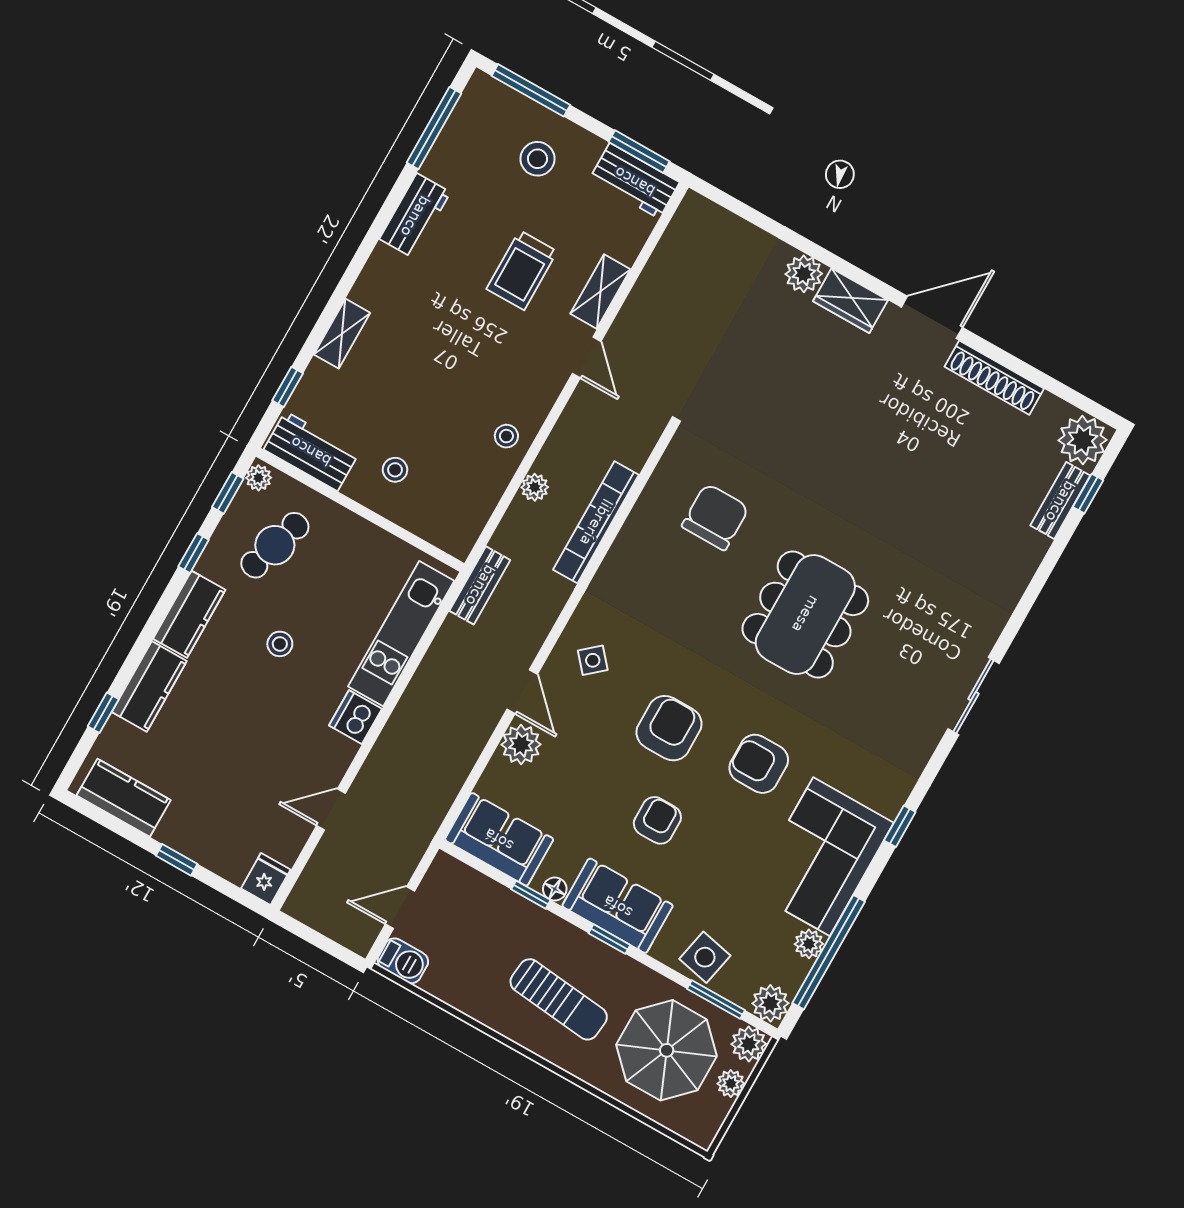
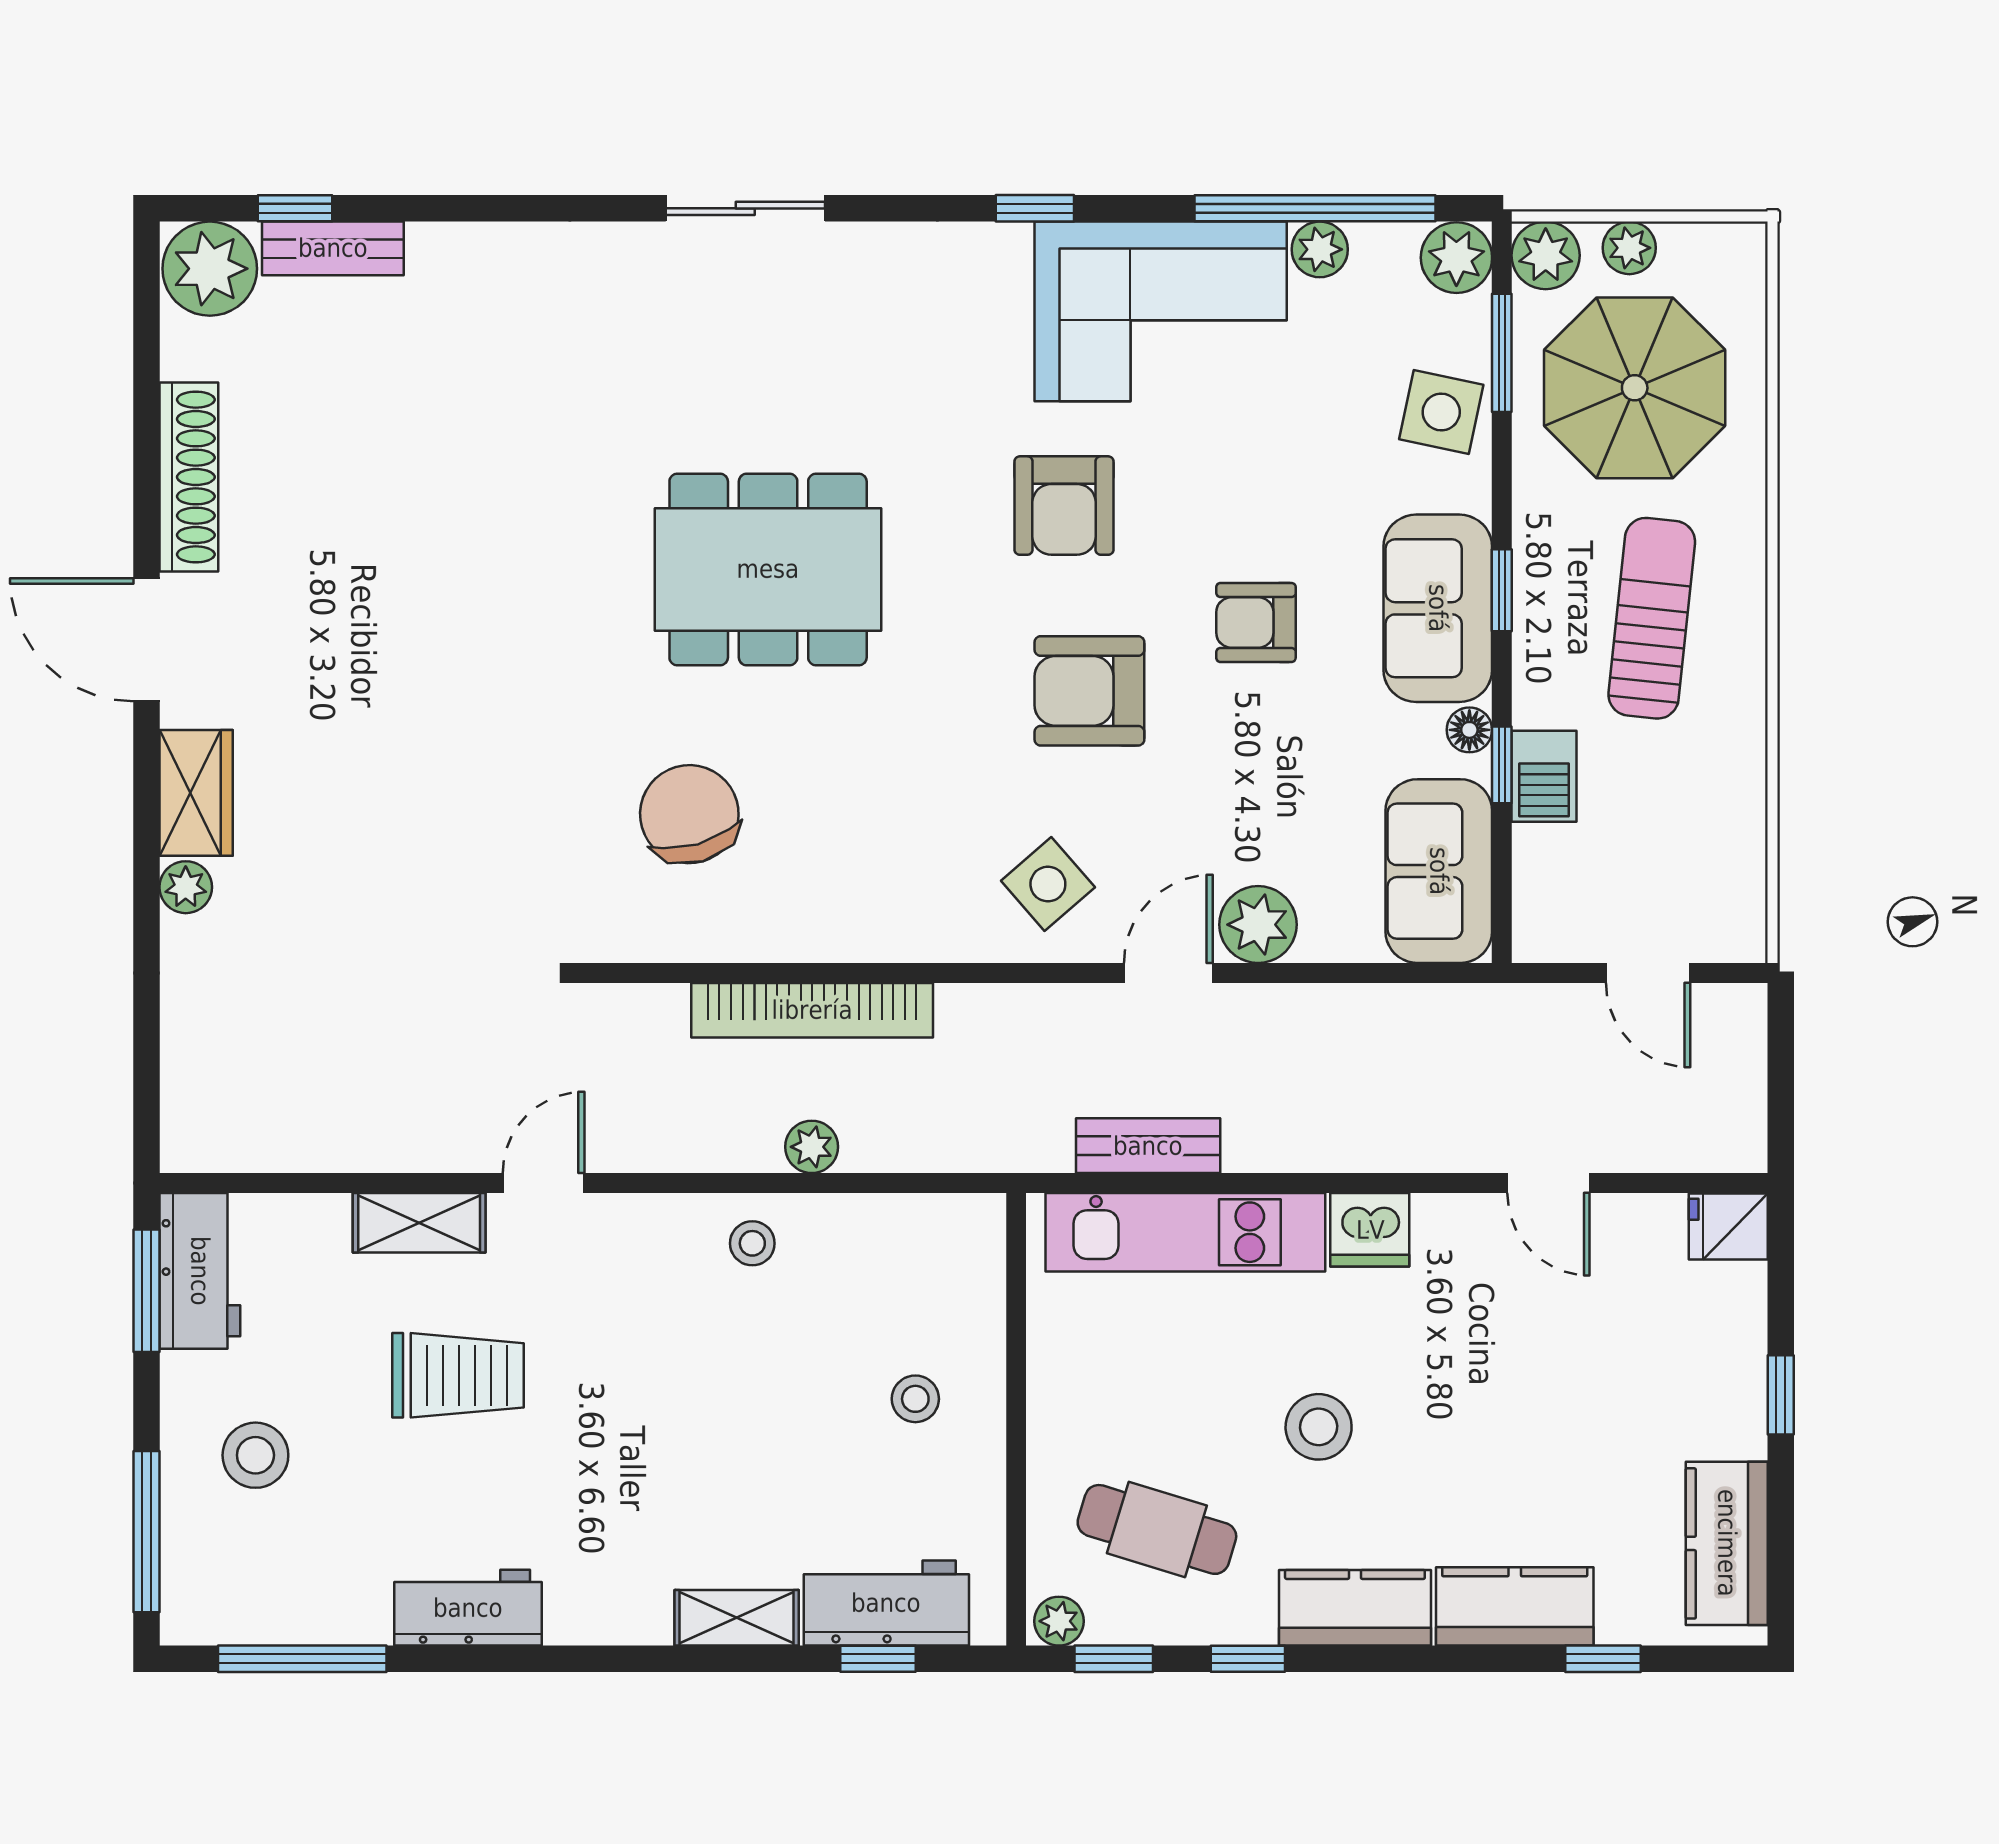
plant: (804, 274) -> (186, 887), width x0.73, depth x0.73
workbench: (311, 451) -> (886, 1603), moved, turned 90
chair: (715, 517) -> (689, 814), turned 74
bench: (480, 585) -> (1148, 1146), moved
stool: (280, 644) -> (1319, 1427), width x1.37, depth x1.37
side table: (593, 660) -> (1048, 884), width x1.37, depth x1.37
barbecue: (403, 961) -> (1544, 776), moved, turned 180

